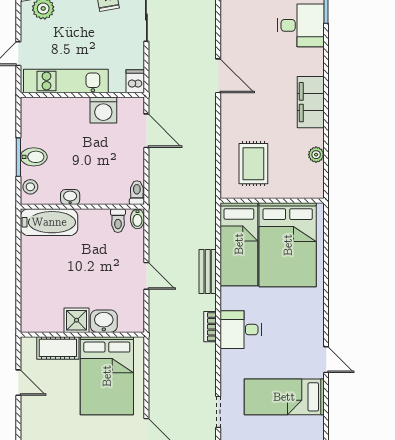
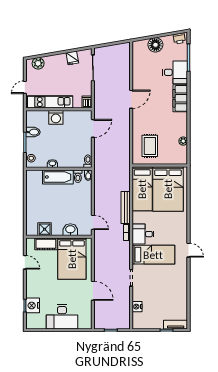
door: (218, 76) -> (131, 99), hinge flipped
filing cabinet: (311, 102) -> (180, 98), moved
washing machine: (103, 110) -> (56, 117), moved
door: (146, 131) -> (93, 128), hinge flipped
bidet: (34, 157) -> (33, 132), moved
bathtub: (49, 222) -> (58, 177), moved
bench: (208, 271) -> (126, 207), width x1.36
door: (146, 276) -> (93, 222), moved
shower: (77, 320) -> (45, 229), moved
bed: (284, 397) -> (153, 255), moved, turned 180

